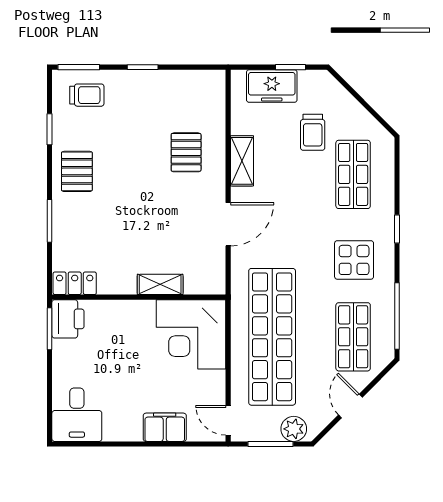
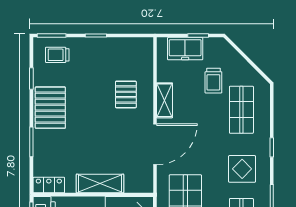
trolley: (87, 95) -> (57, 55), turned 180
pallet: (77, 171) -> (50, 108), width x1.50, depth x1.42
door: (228, 224) -> (155, 144), width x1.36
shelving: (160, 284) -> (100, 184), width x1.50, depth x1.33

